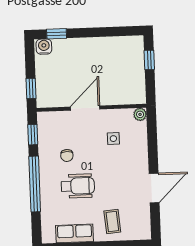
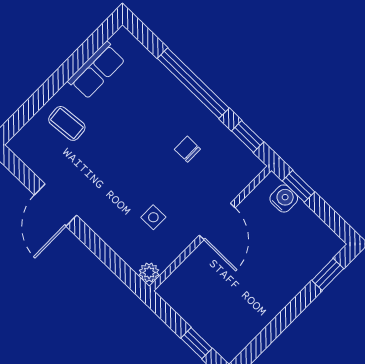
water cooler: (44, 47) -> (284, 199), moved, turned -90
wheelchair: (78, 186) -> (143, 127), removed

